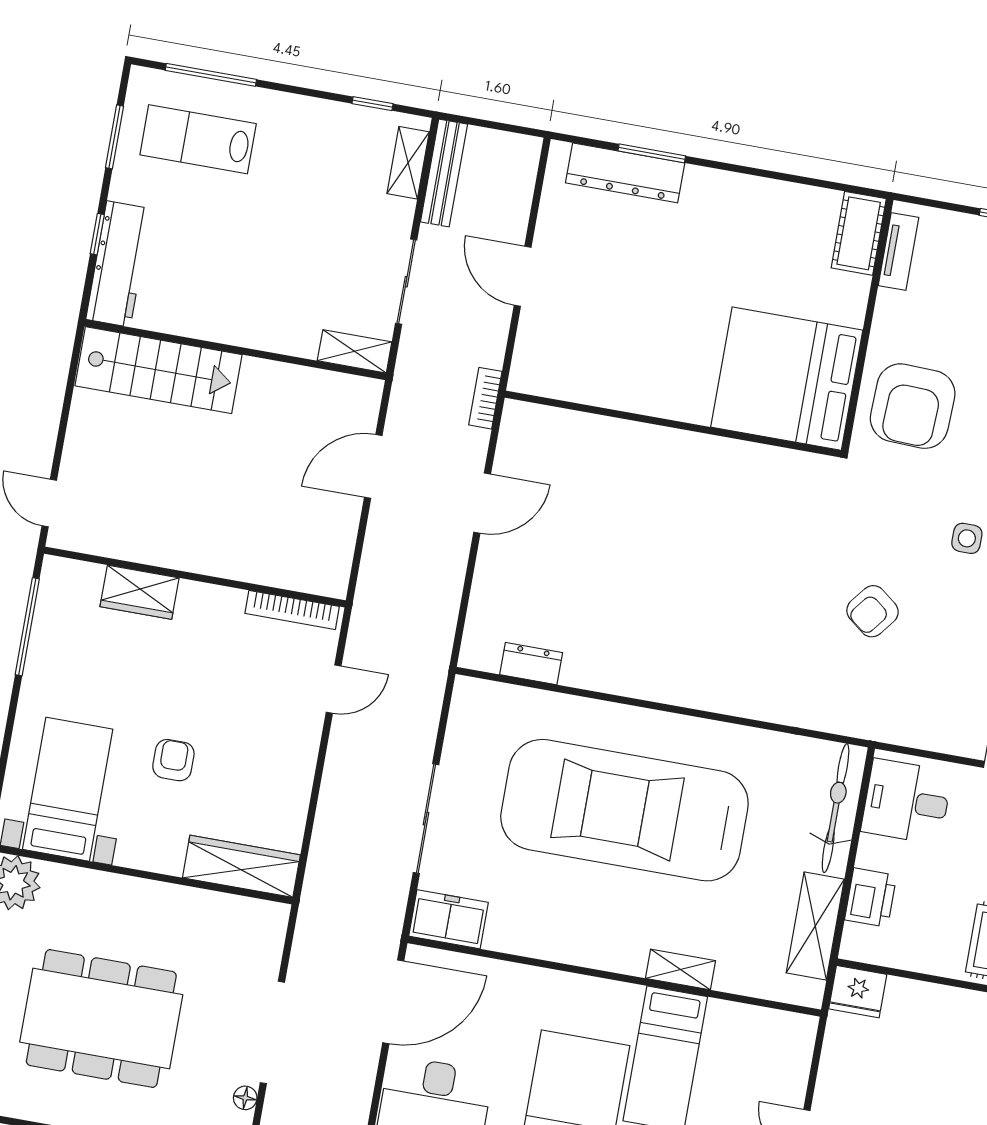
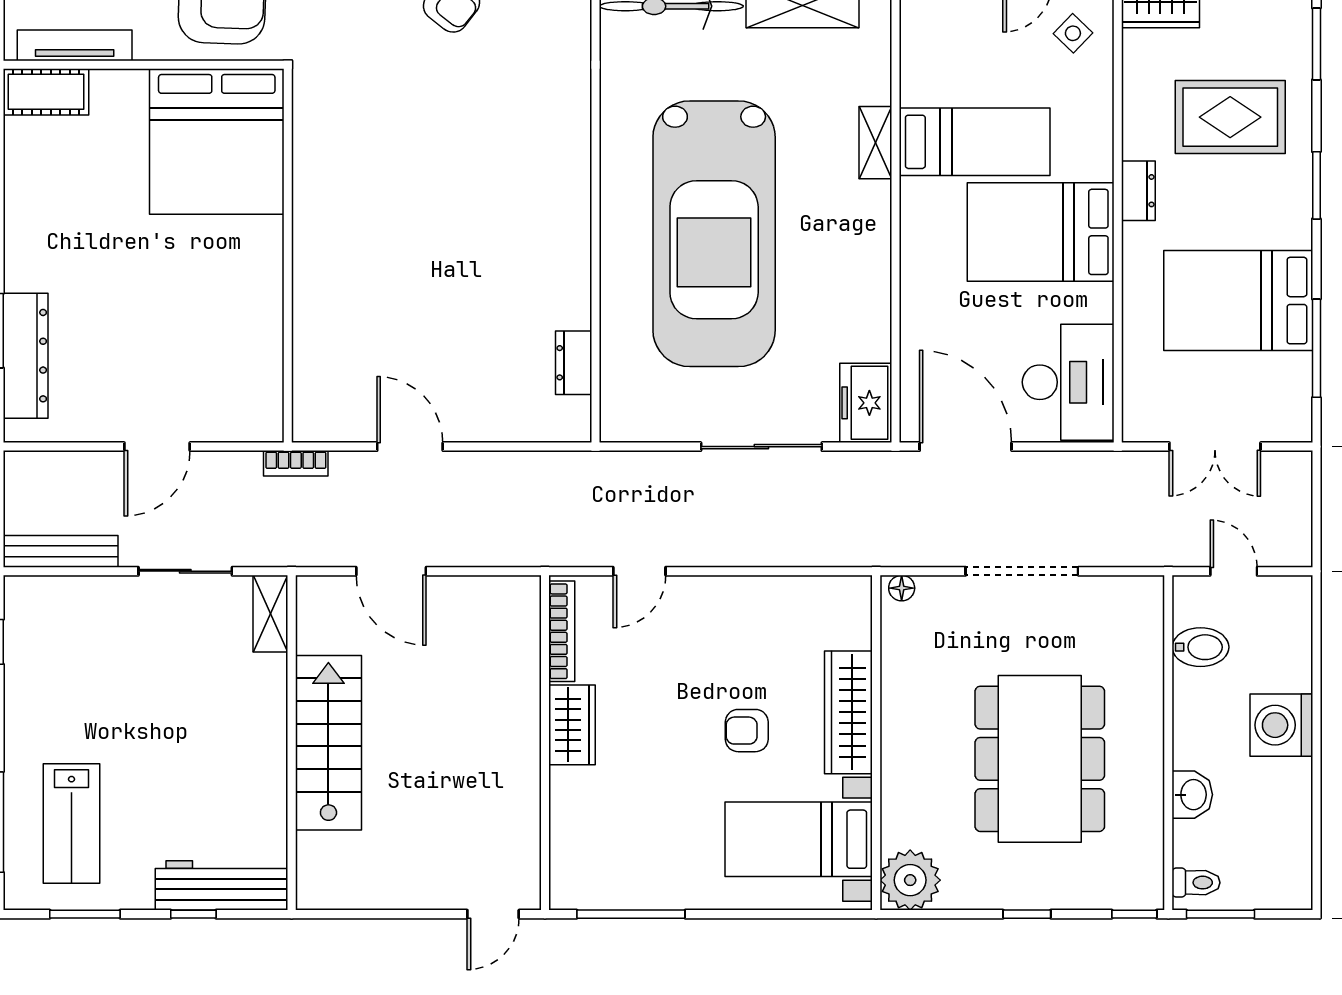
shelving: (408, 163) -> (56, 592), removed
tv unit: (898, 251) -> (75, 45), width x1.41
stairs: (159, 370) -> (328, 743), moved
wardrobe: (140, 592) -> (572, 725), moved
door: (334, 689) -> (639, 571), swing flipped
wardrobe: (241, 866) -> (848, 712), moved
floor lamp: (245, 1098) -> (902, 588), moved

